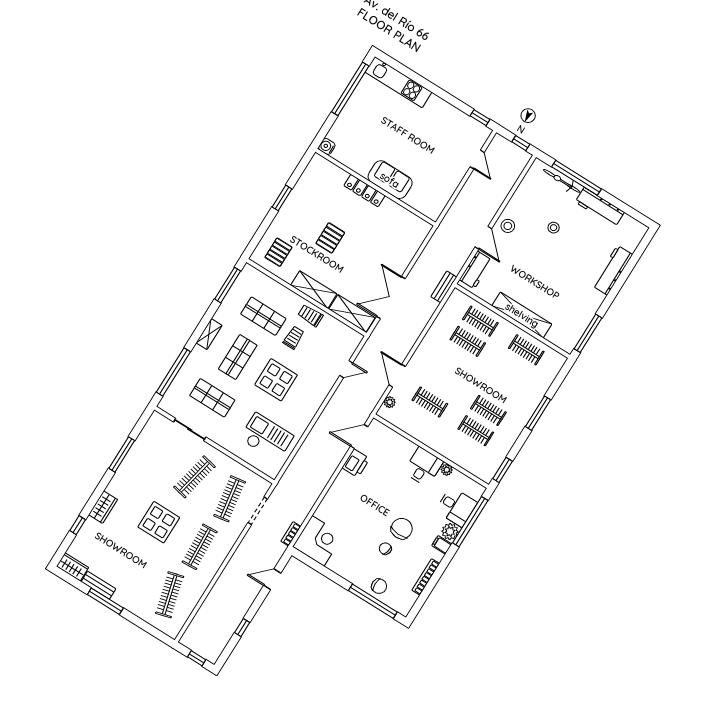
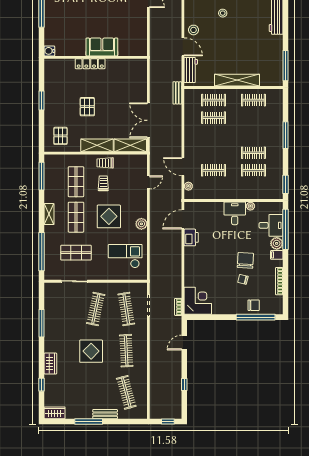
shop shelf: (263, 316) -> (76, 182), turned 90
plant: (308, 412) -> (141, 224), added
bench: (99, 585) -> (105, 414), moved

